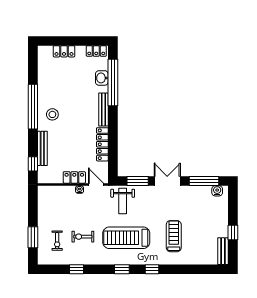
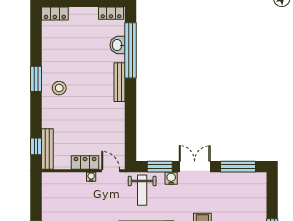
locker: (64, 51) -> (55, 14), moved
window: (33, 107) -> (36, 79), width x0.47
locker: (102, 144) -> (118, 123), removed
bench: (42, 148) -> (47, 149), moved
water cooler: (217, 191) -> (171, 178), moved

